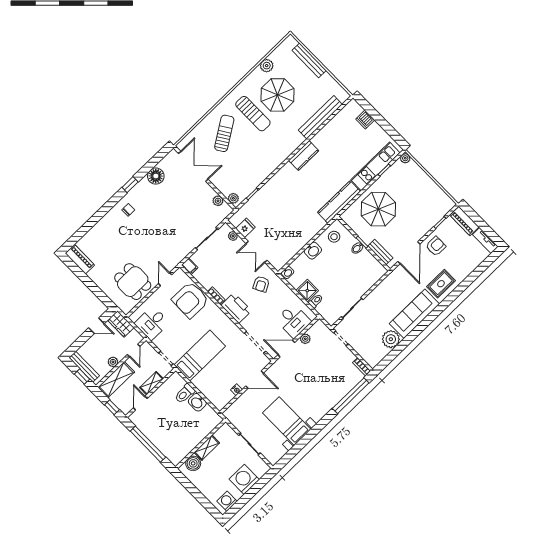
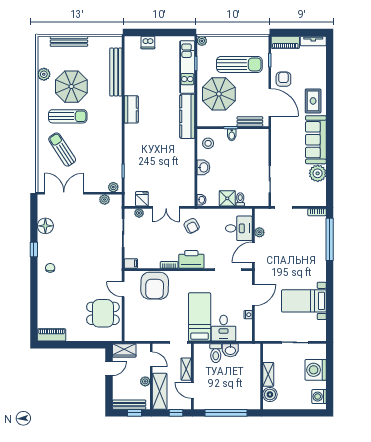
sun lounger: (415, 203) -> (239, 64), added
desk: (152, 323) -> (224, 328), moved

